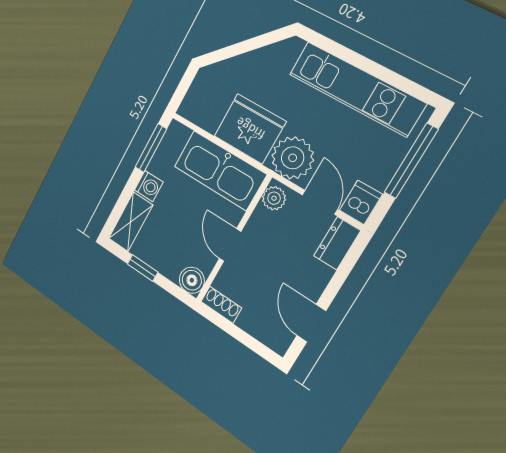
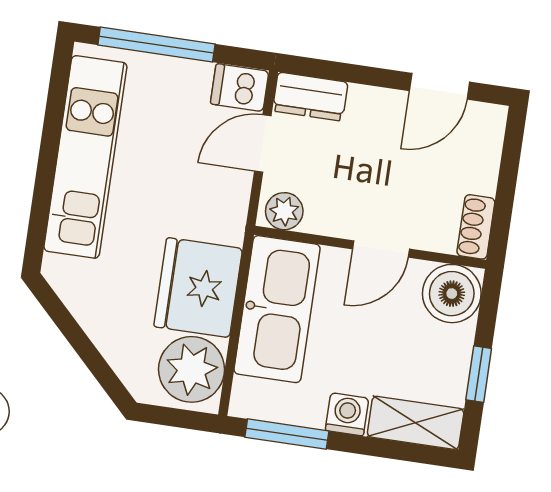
plant: (293, 158) -> (192, 369), moved
boiler: (192, 280) -> (452, 294), width x1.36, depth x1.36

